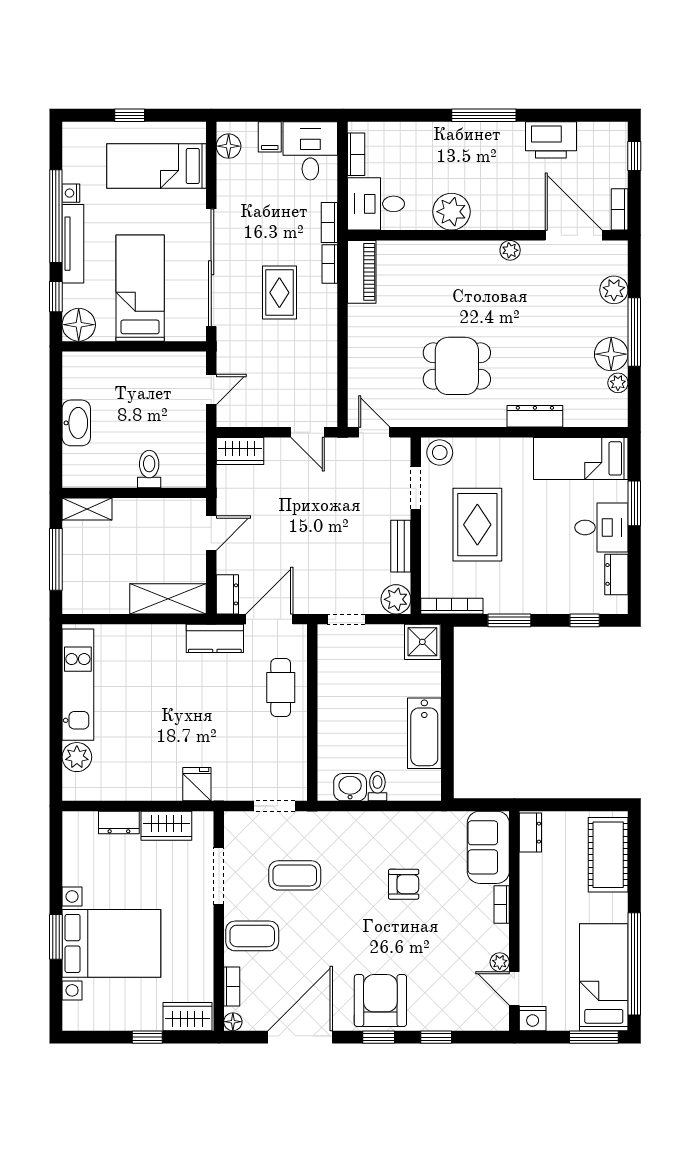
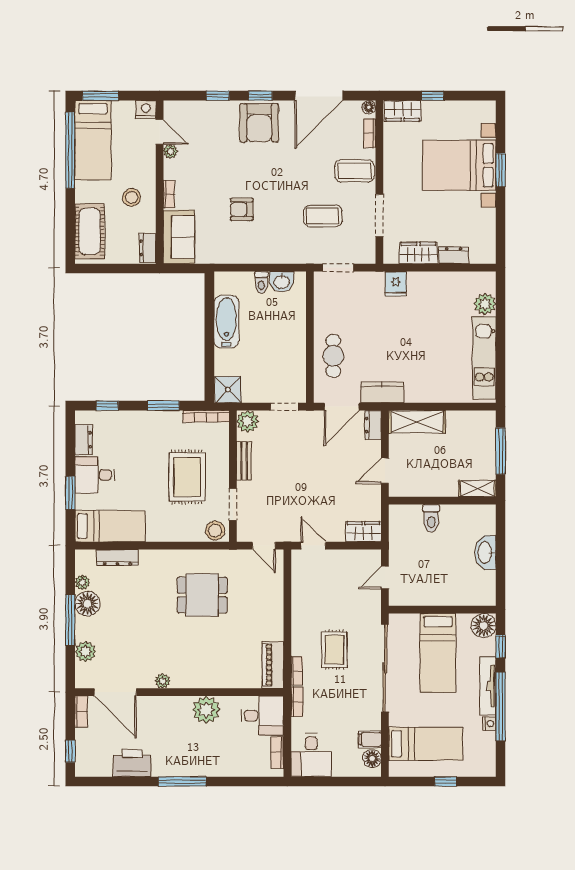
filing cabinet: (270, 137) -> (370, 739), moved, turned -90
dresser: (535, 416) -> (117, 558), moved
stool: (552, 900) -> (132, 197), added

